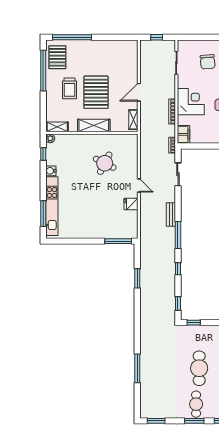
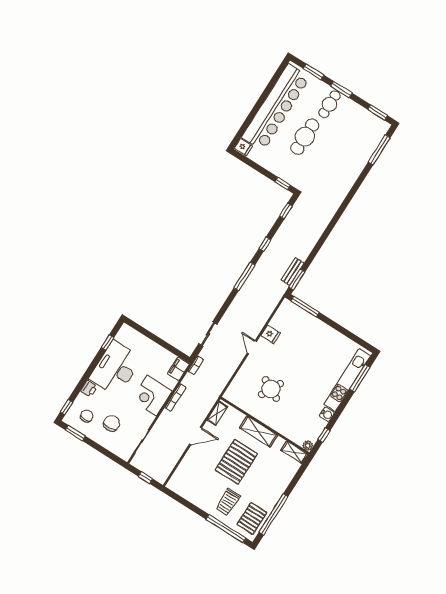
trolley: (69, 88) -> (228, 502), moved, turned 180
bench: (171, 215) -> (292, 271), moved
window: (137, 278) -> (297, 280), moved
window: (137, 368) -> (379, 150), moved

